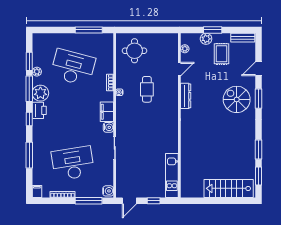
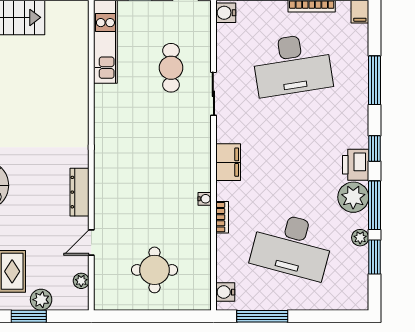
round table: (134, 51) -> (155, 270), moved
cafe table: (147, 89) -> (171, 68), moved
water cooler: (108, 127) -> (225, 292), moved

